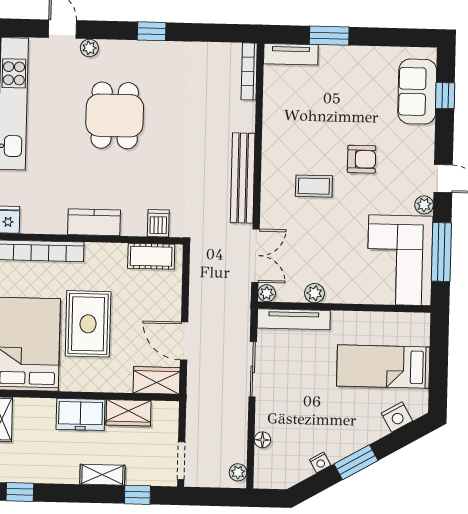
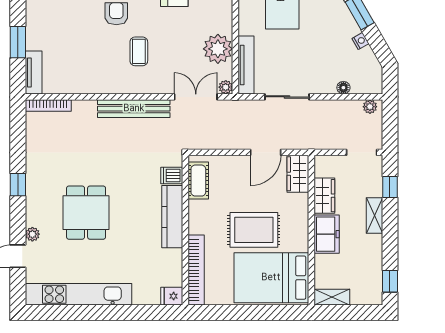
dining table: (115, 115) -> (86, 213), turned 90
kitchen counter: (94, 222) -> (172, 217), width x1.50
plant: (314, 293) -> (218, 49), width x1.88, depth x1.88

